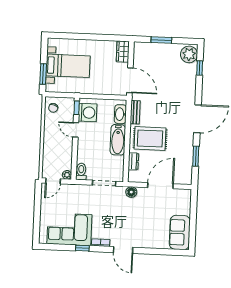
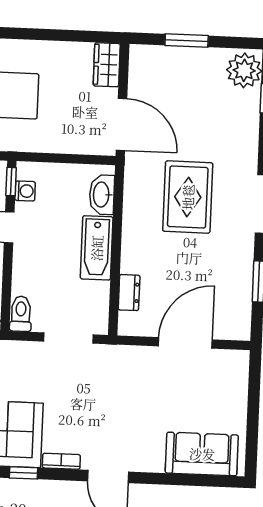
bench: (135, 112) -> (133, 191), removed
washing machine: (88, 113) -> (25, 191), width x0.53, depth x0.53
rug: (150, 138) -> (188, 197), moved, turned 90
floor lamp: (131, 192) -> (125, 356), removed
sofa: (180, 232) -> (202, 454), moved, turned 90

